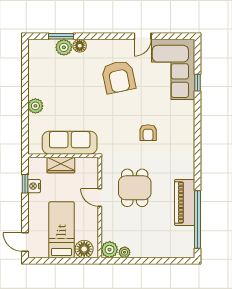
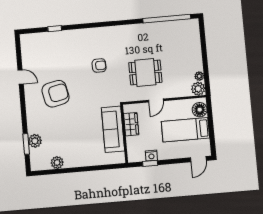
floor lamp: (80, 46) -> (33, 128), removed
corner sofa: (173, 69) -> (46, 50), removed
plant: (35, 106) -> (57, 163), moved
wardrobe: (61, 165) -> (131, 124), moved
piano: (185, 202) -> (154, 30), removed

